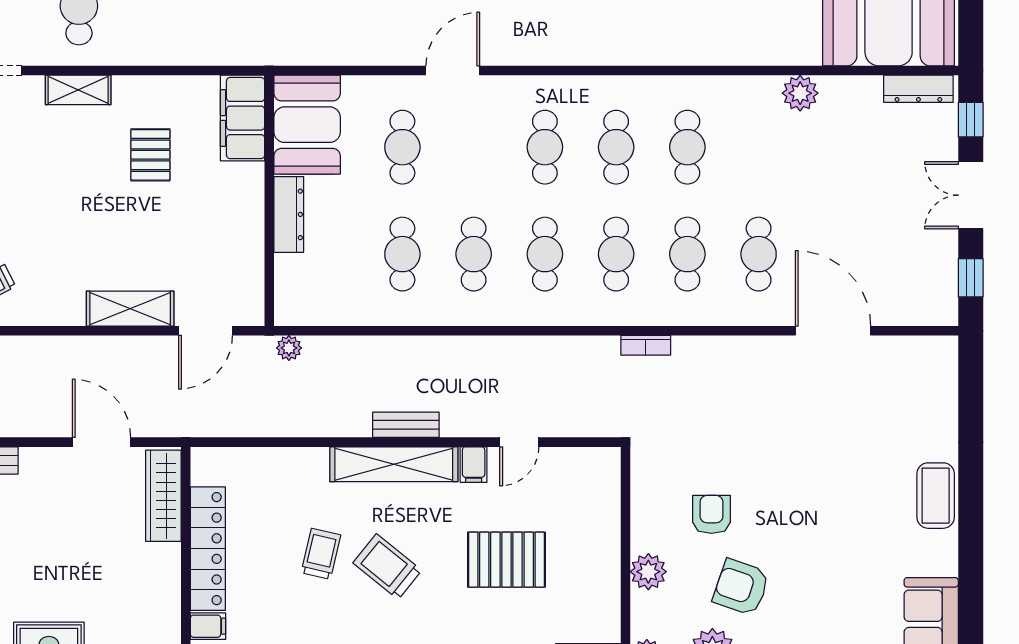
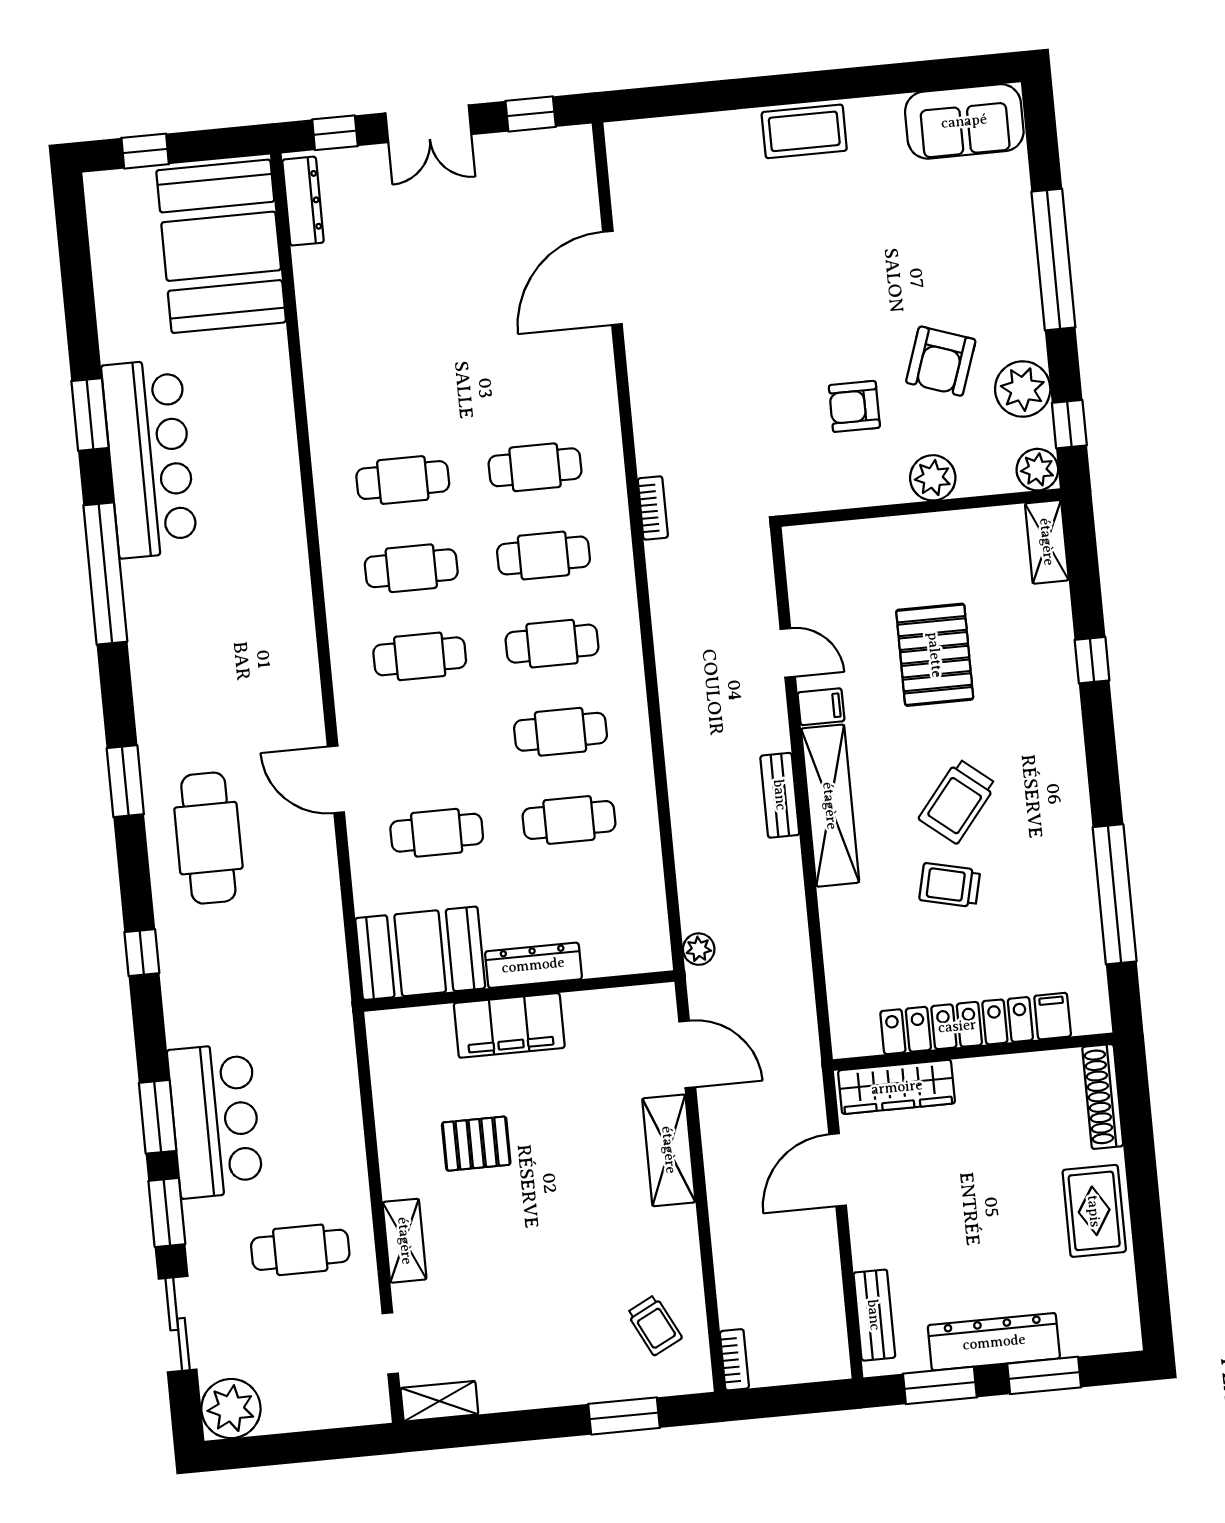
plant: (800, 93) -> (322, 347), removed
filing cabinet: (242, 118) -> (509, 1025), moved
cafe table: (759, 254) -> (527, 379), removed

